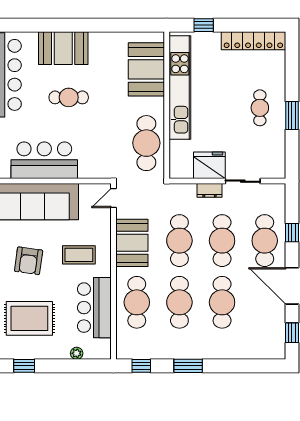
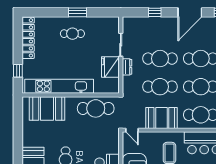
cafe table: (265, 241) -> (160, 30), removed

